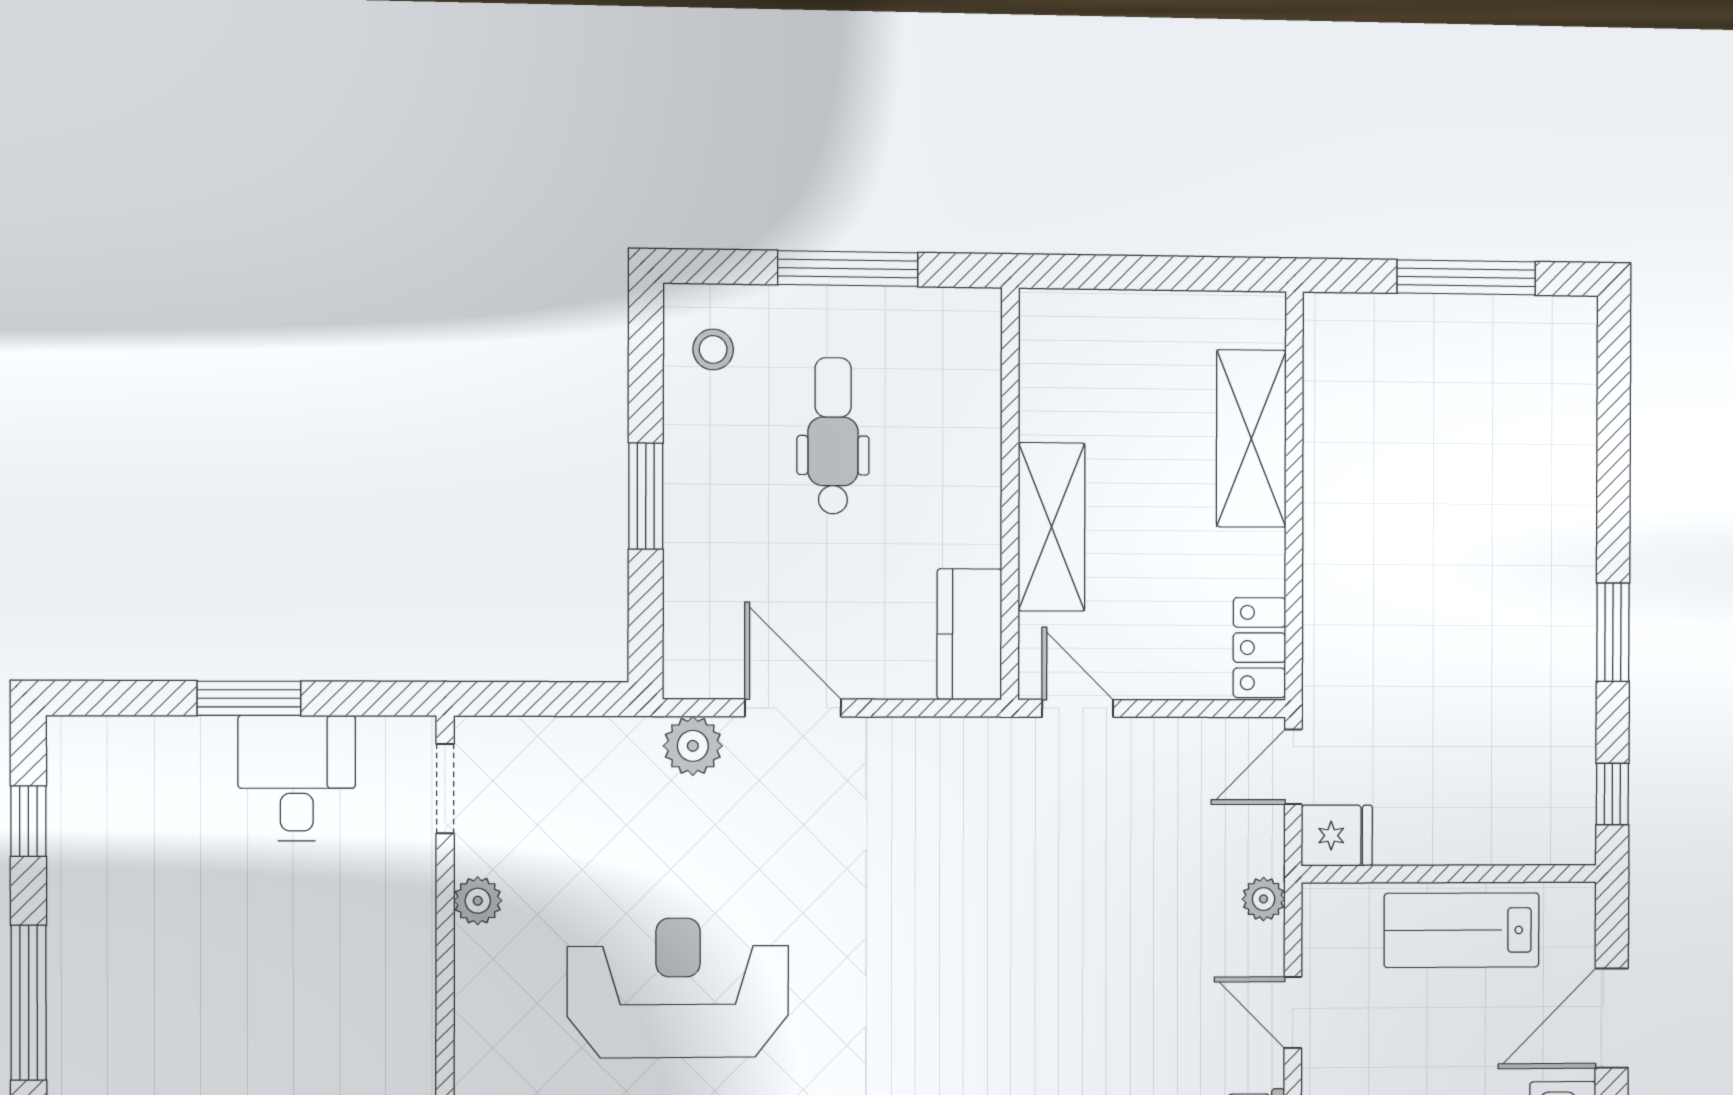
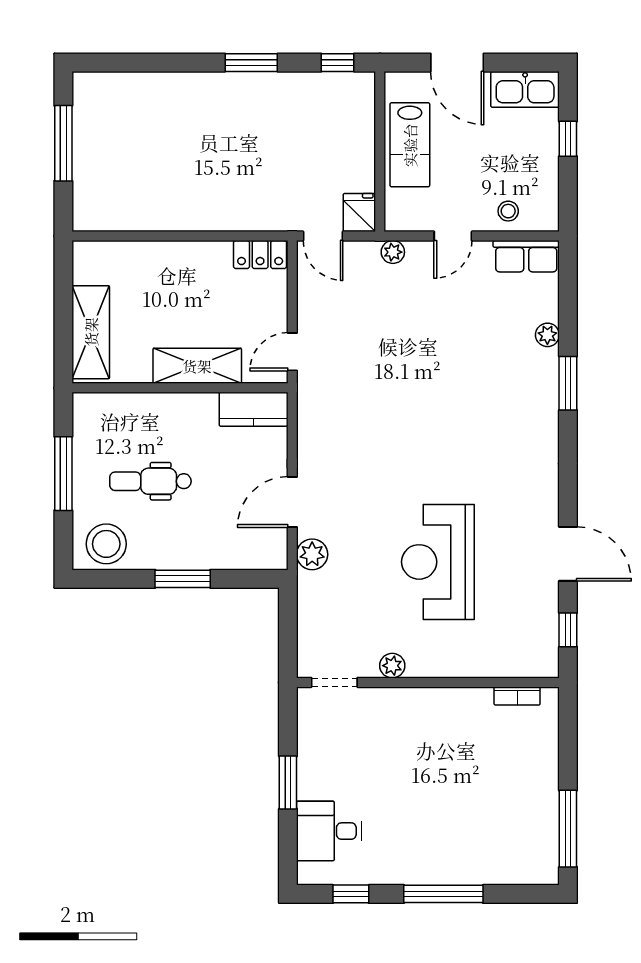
stool: (713, 349) -> (106, 544), width x1.89, depth x1.89
shelving: (1251, 438) -> (91, 332), moved, turned 90
desk: (297, 778) -> (329, 831), moved

